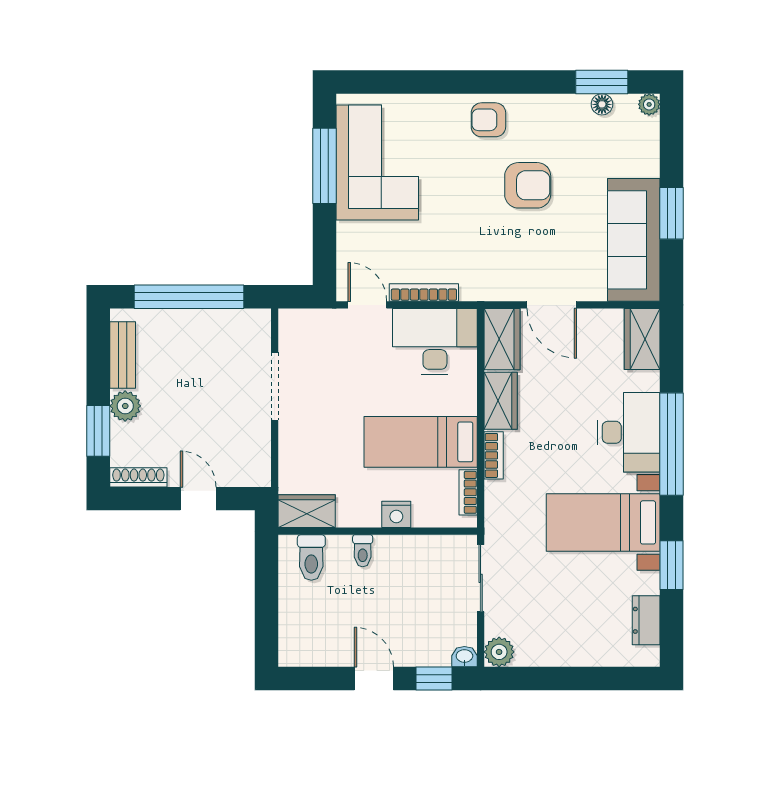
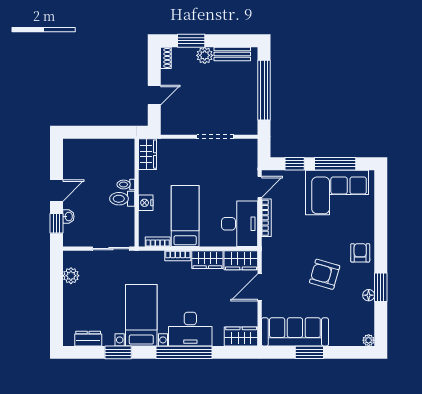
window: (602, 82) -> (381, 287), moved
floor lamp: (602, 104) -> (369, 295), moved
armchair: (528, 185) -> (325, 274), turned 106
window: (325, 240) -> (295, 164), added
shoe rack: (138, 477) -> (166, 58), width x0.70
toilet: (311, 558) -> (122, 199), moved
plant: (499, 652) -> (71, 276), moved
washbasin: (464, 657) -> (68, 217), moved

